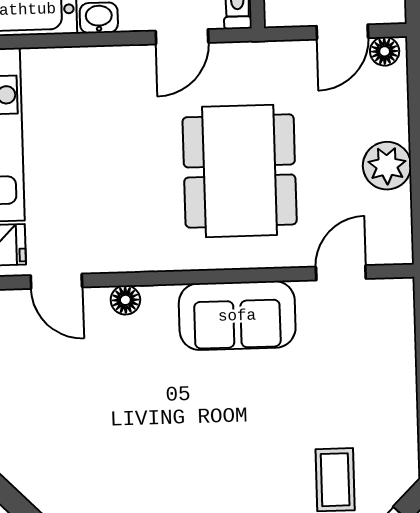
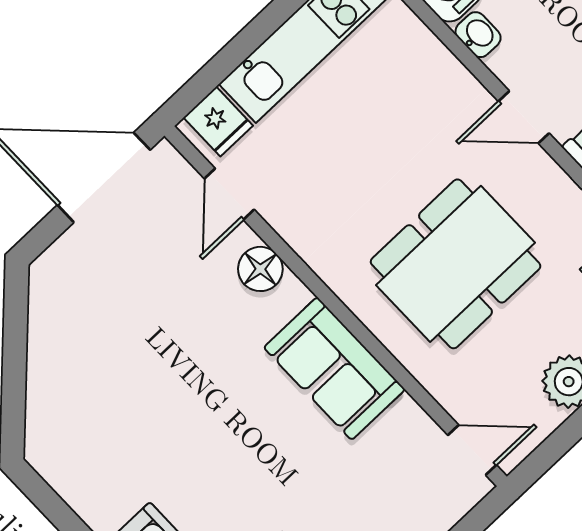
door: (341, 273) -> (472, 450), moved
floor lamp: (125, 300) -> (260, 269), width x1.37, depth x1.37

